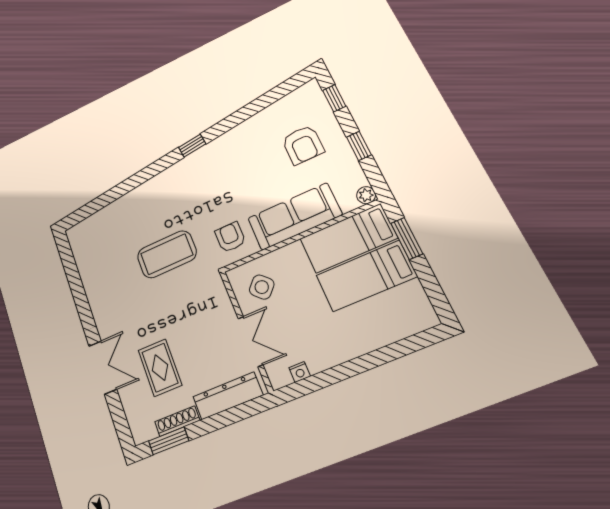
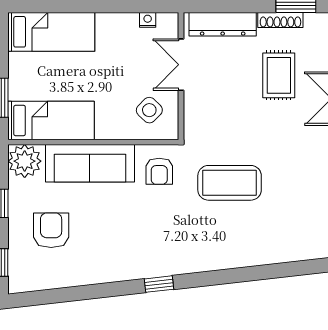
plant: (366, 195) -> (25, 161), width x1.88, depth x1.88
bed: (366, 276) -> (51, 32), moved

